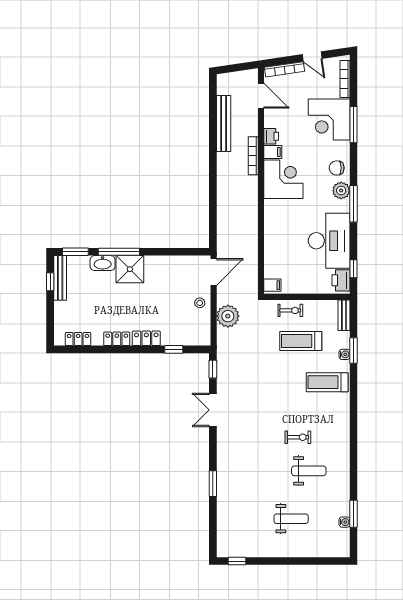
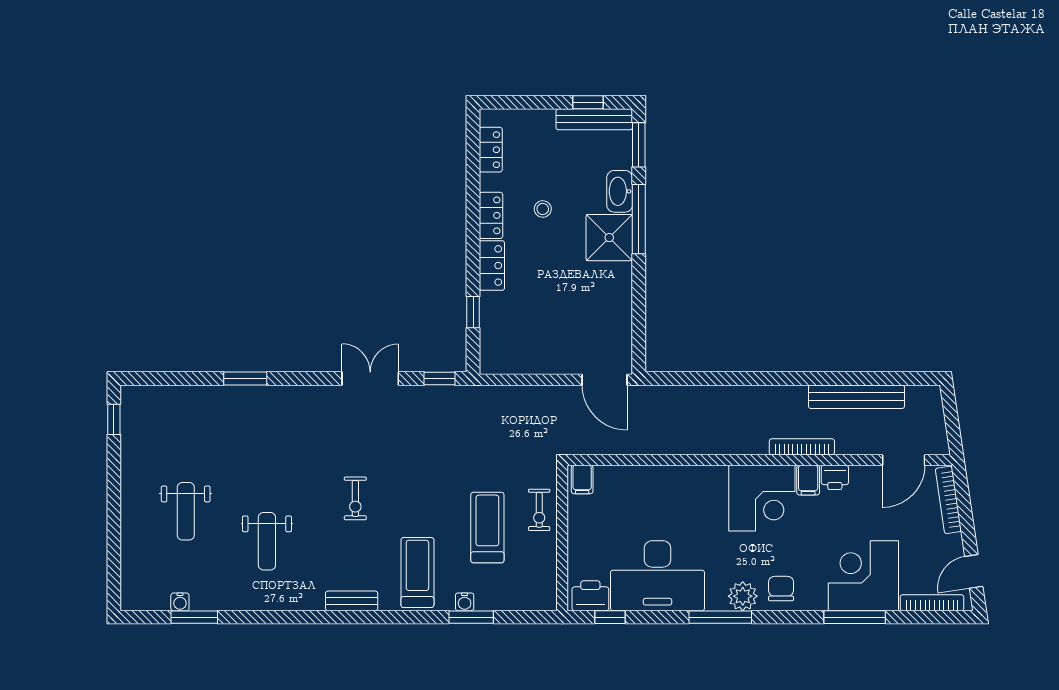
door: (312, 56) -> (974, 571), moved
stool: (200, 303) -> (543, 209), moved
bench: (344, 315) -> (352, 601), moved
plant: (228, 316) -> (530, 404), removed
exercise bike: (298, 437) -> (355, 498), moved

